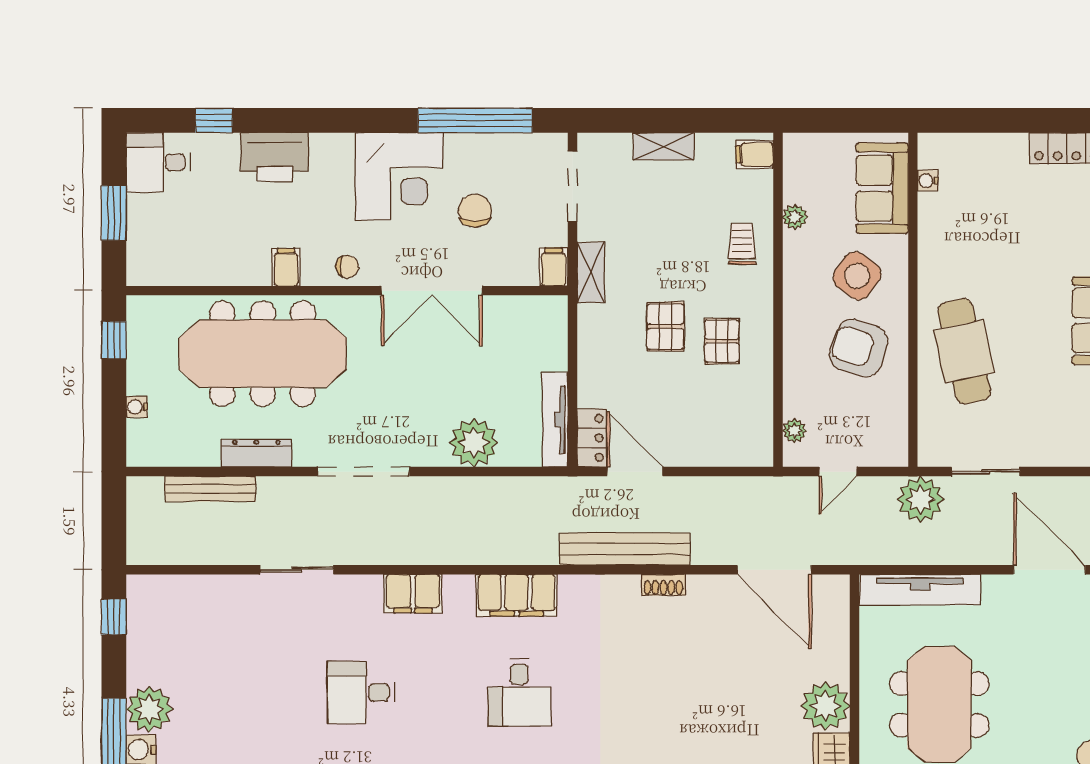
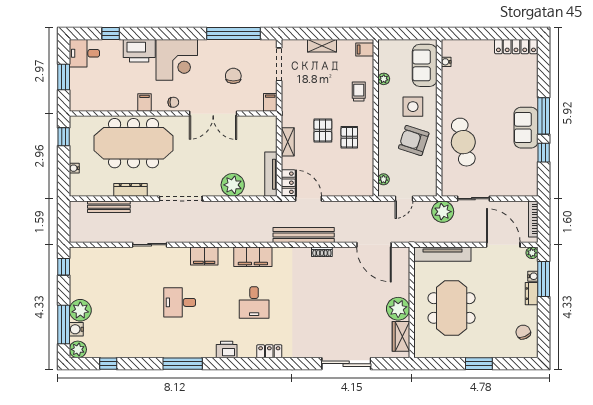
corner desk: (399, 176) -> (177, 60), moved
shelving: (591, 273) -> (288, 142), moved
side table: (857, 276) -> (413, 107), turned -36

